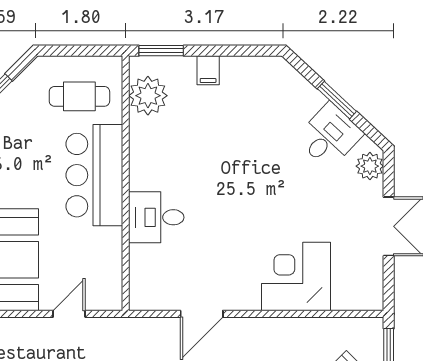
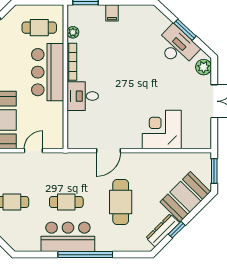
plant: (148, 96) -> (73, 32), width x0.53, depth x0.53
desk: (329, 136) -> (177, 46), width x1.37
bookcase: (137, 157) -> (72, 62), added

